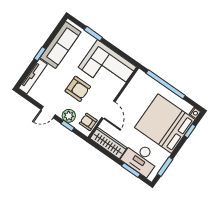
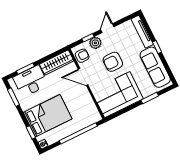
bed: (165, 124) -> (48, 116), width x0.73

